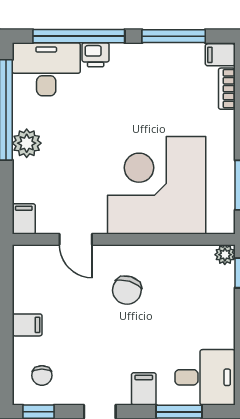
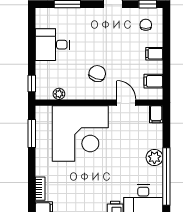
plant: (225, 255) -> (59, 94), moved
desk: (205, 377) -> (53, 45), moved
filing cabinet: (144, 389) -> (153, 81), moved, turned 90

